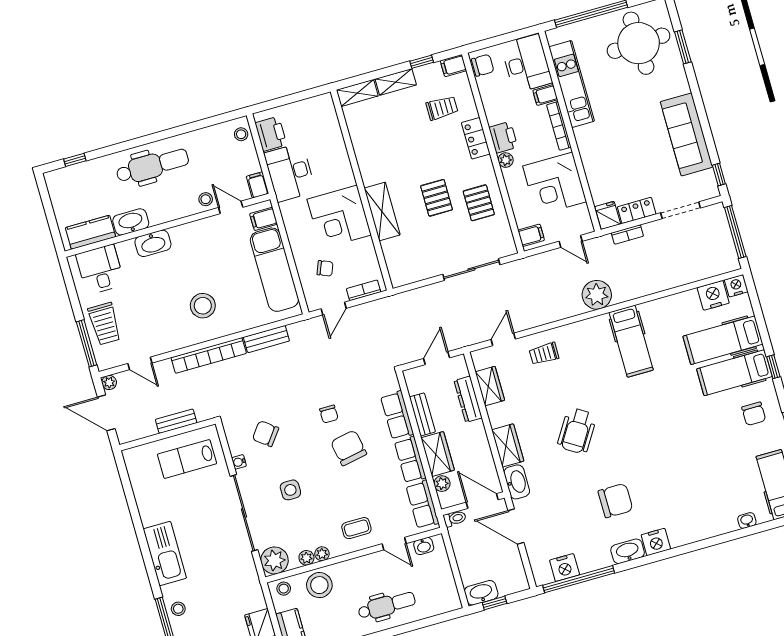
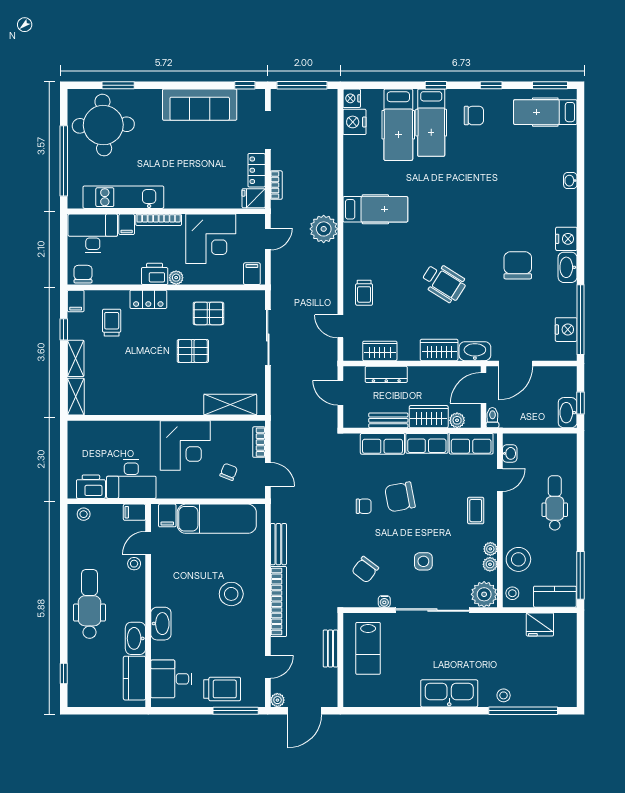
shelving: (382, 212) -> (230, 405), moved
washbasin: (747, 520) -> (570, 181), moved

